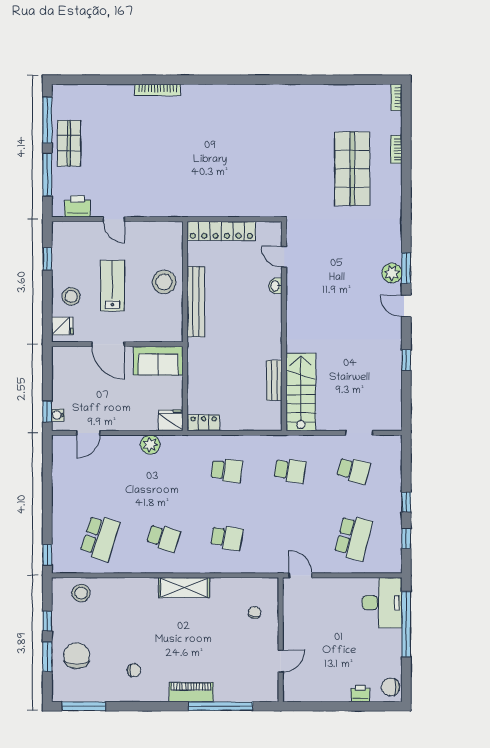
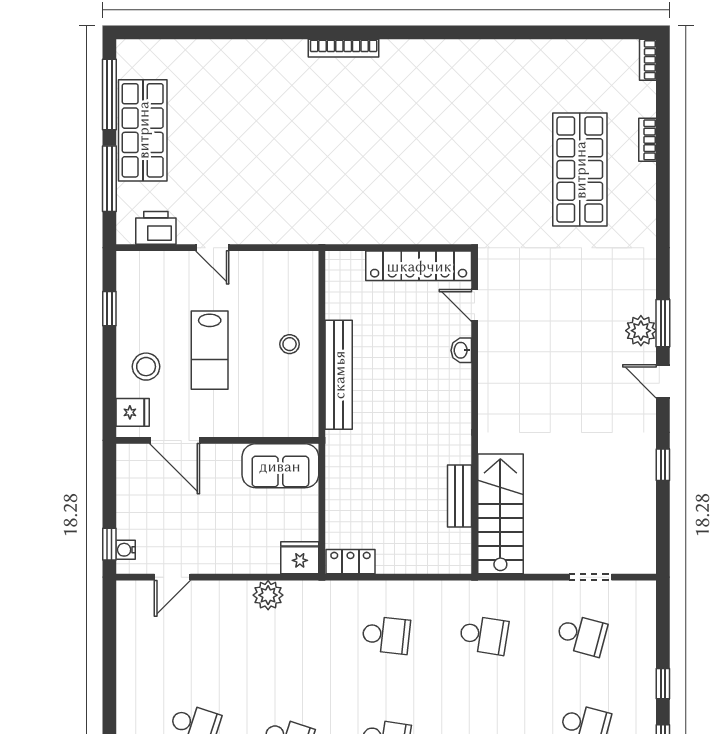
bookcase: (158, 90) -> (344, 48), moved
shop shelf: (69, 143) -> (143, 130), width x1.43, depth x1.36
locker: (221, 231) -> (419, 266), moved
stool: (164, 282) -> (290, 344), width x0.53, depth x0.53
lab bench: (112, 286) -> (210, 350), turned 180
door: (108, 344) -> (175, 440), moved

